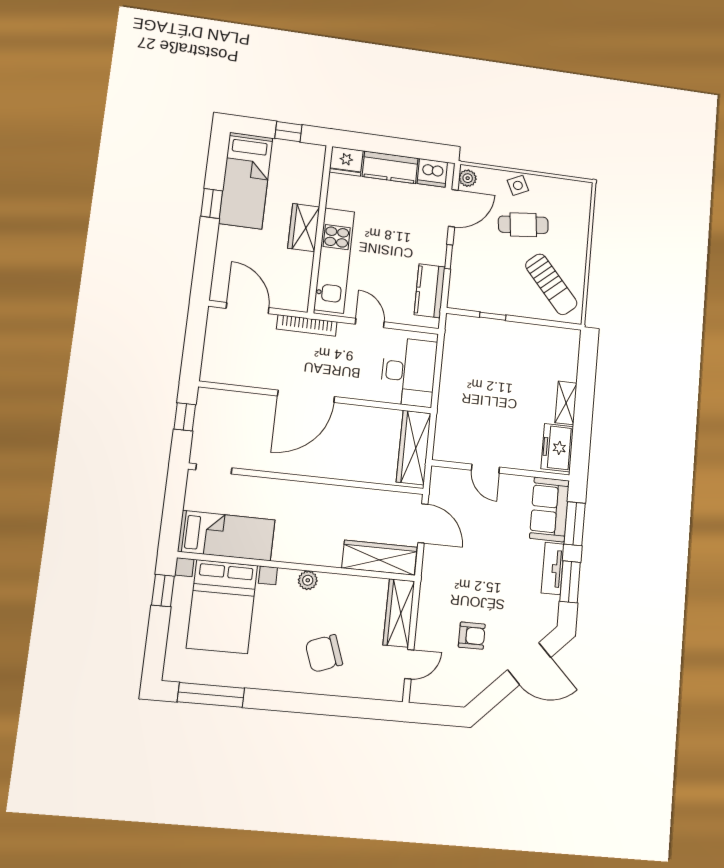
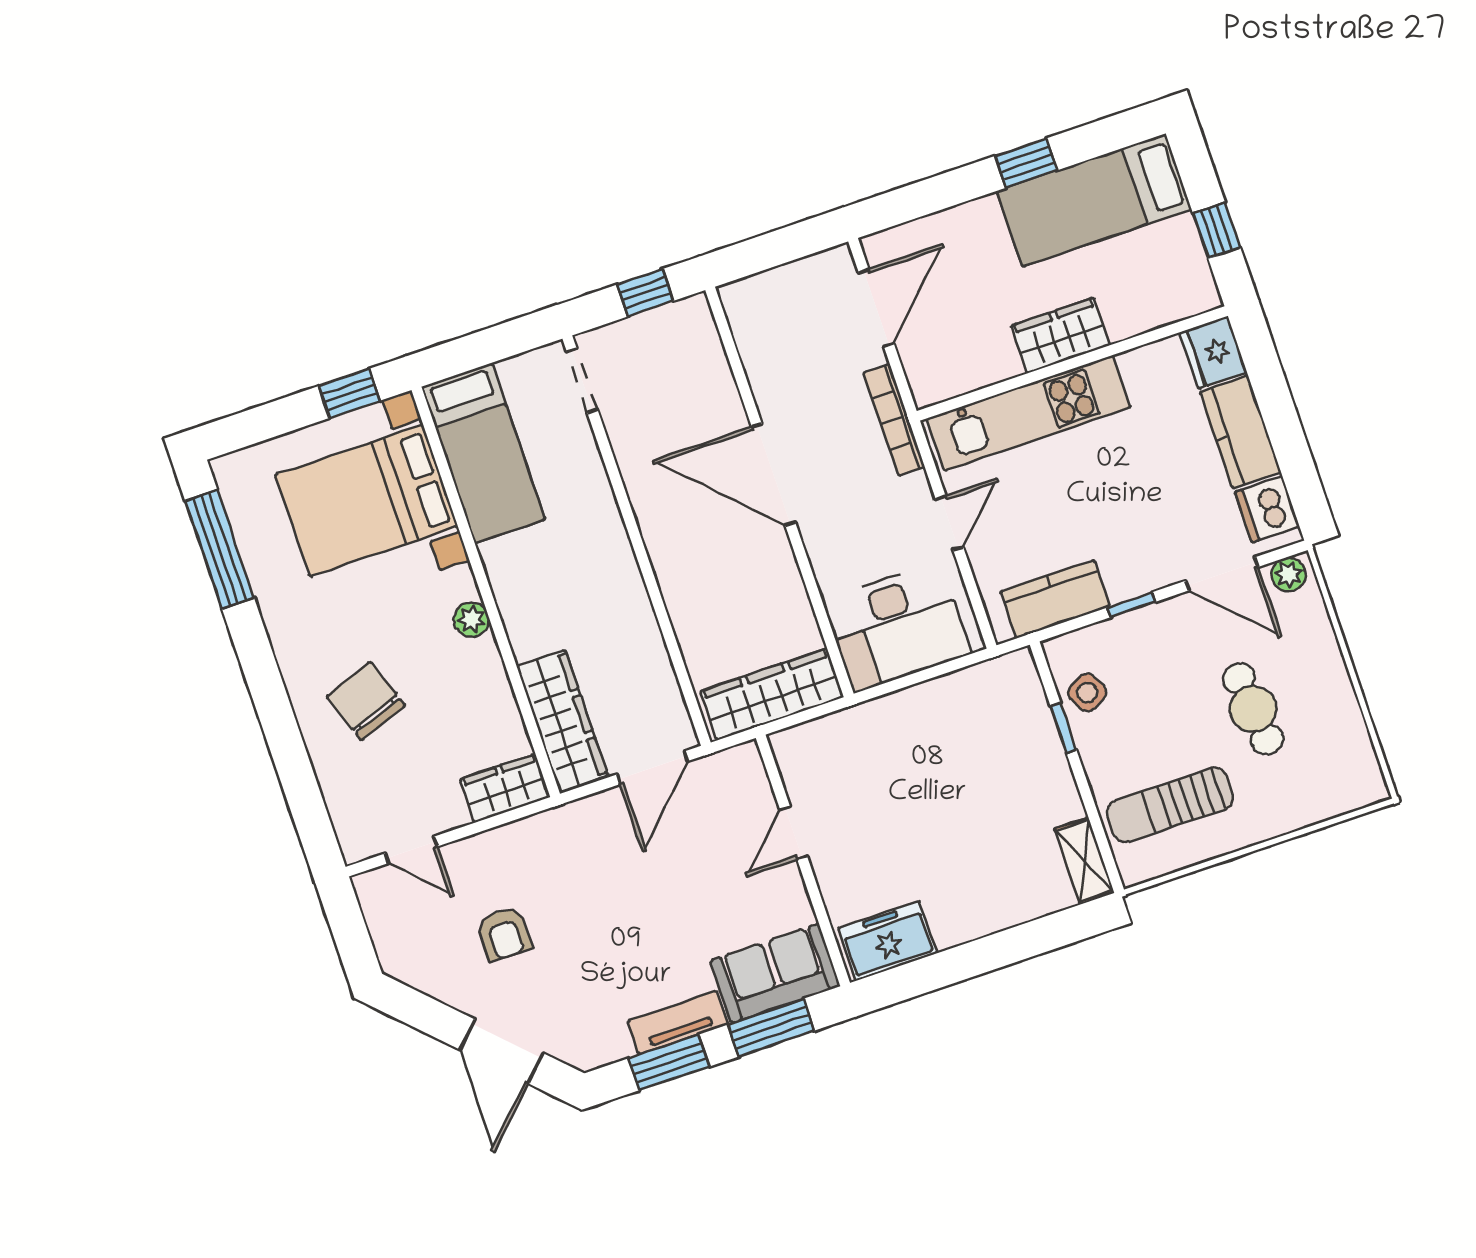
side table: (518, 185) -> (1087, 693), moved
sun lounger: (551, 284) -> (1170, 805), turned 41
shelving: (566, 403) -> (1084, 861), moved, turned 90
wardrobe: (399, 613) -> (505, 788), width x0.67

